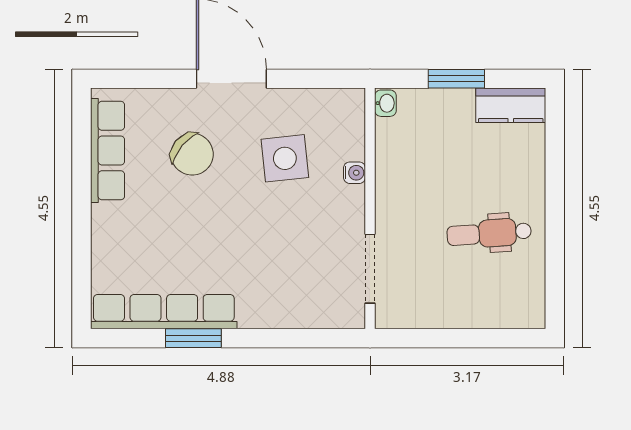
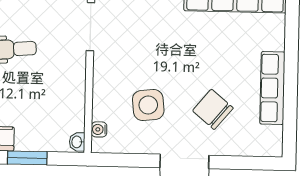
row of seats: (108, 151) -> (272, 88), moved
water cooler: (355, 173) -> (99, 129), moved

